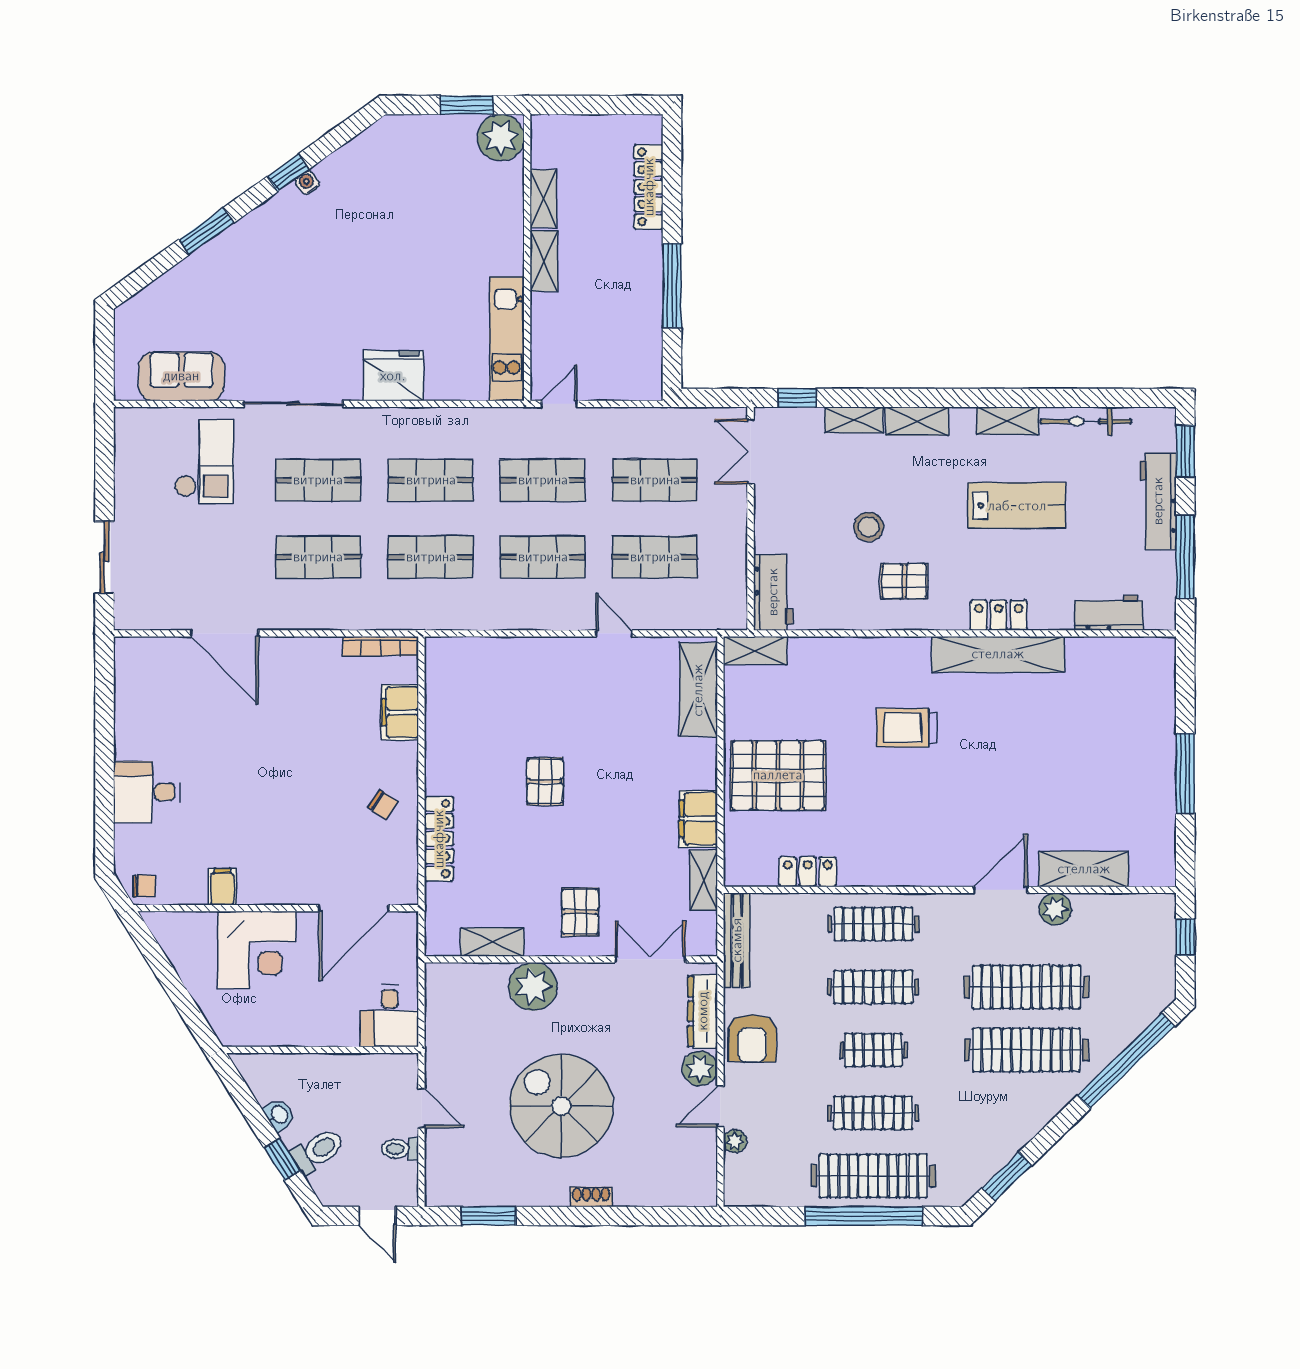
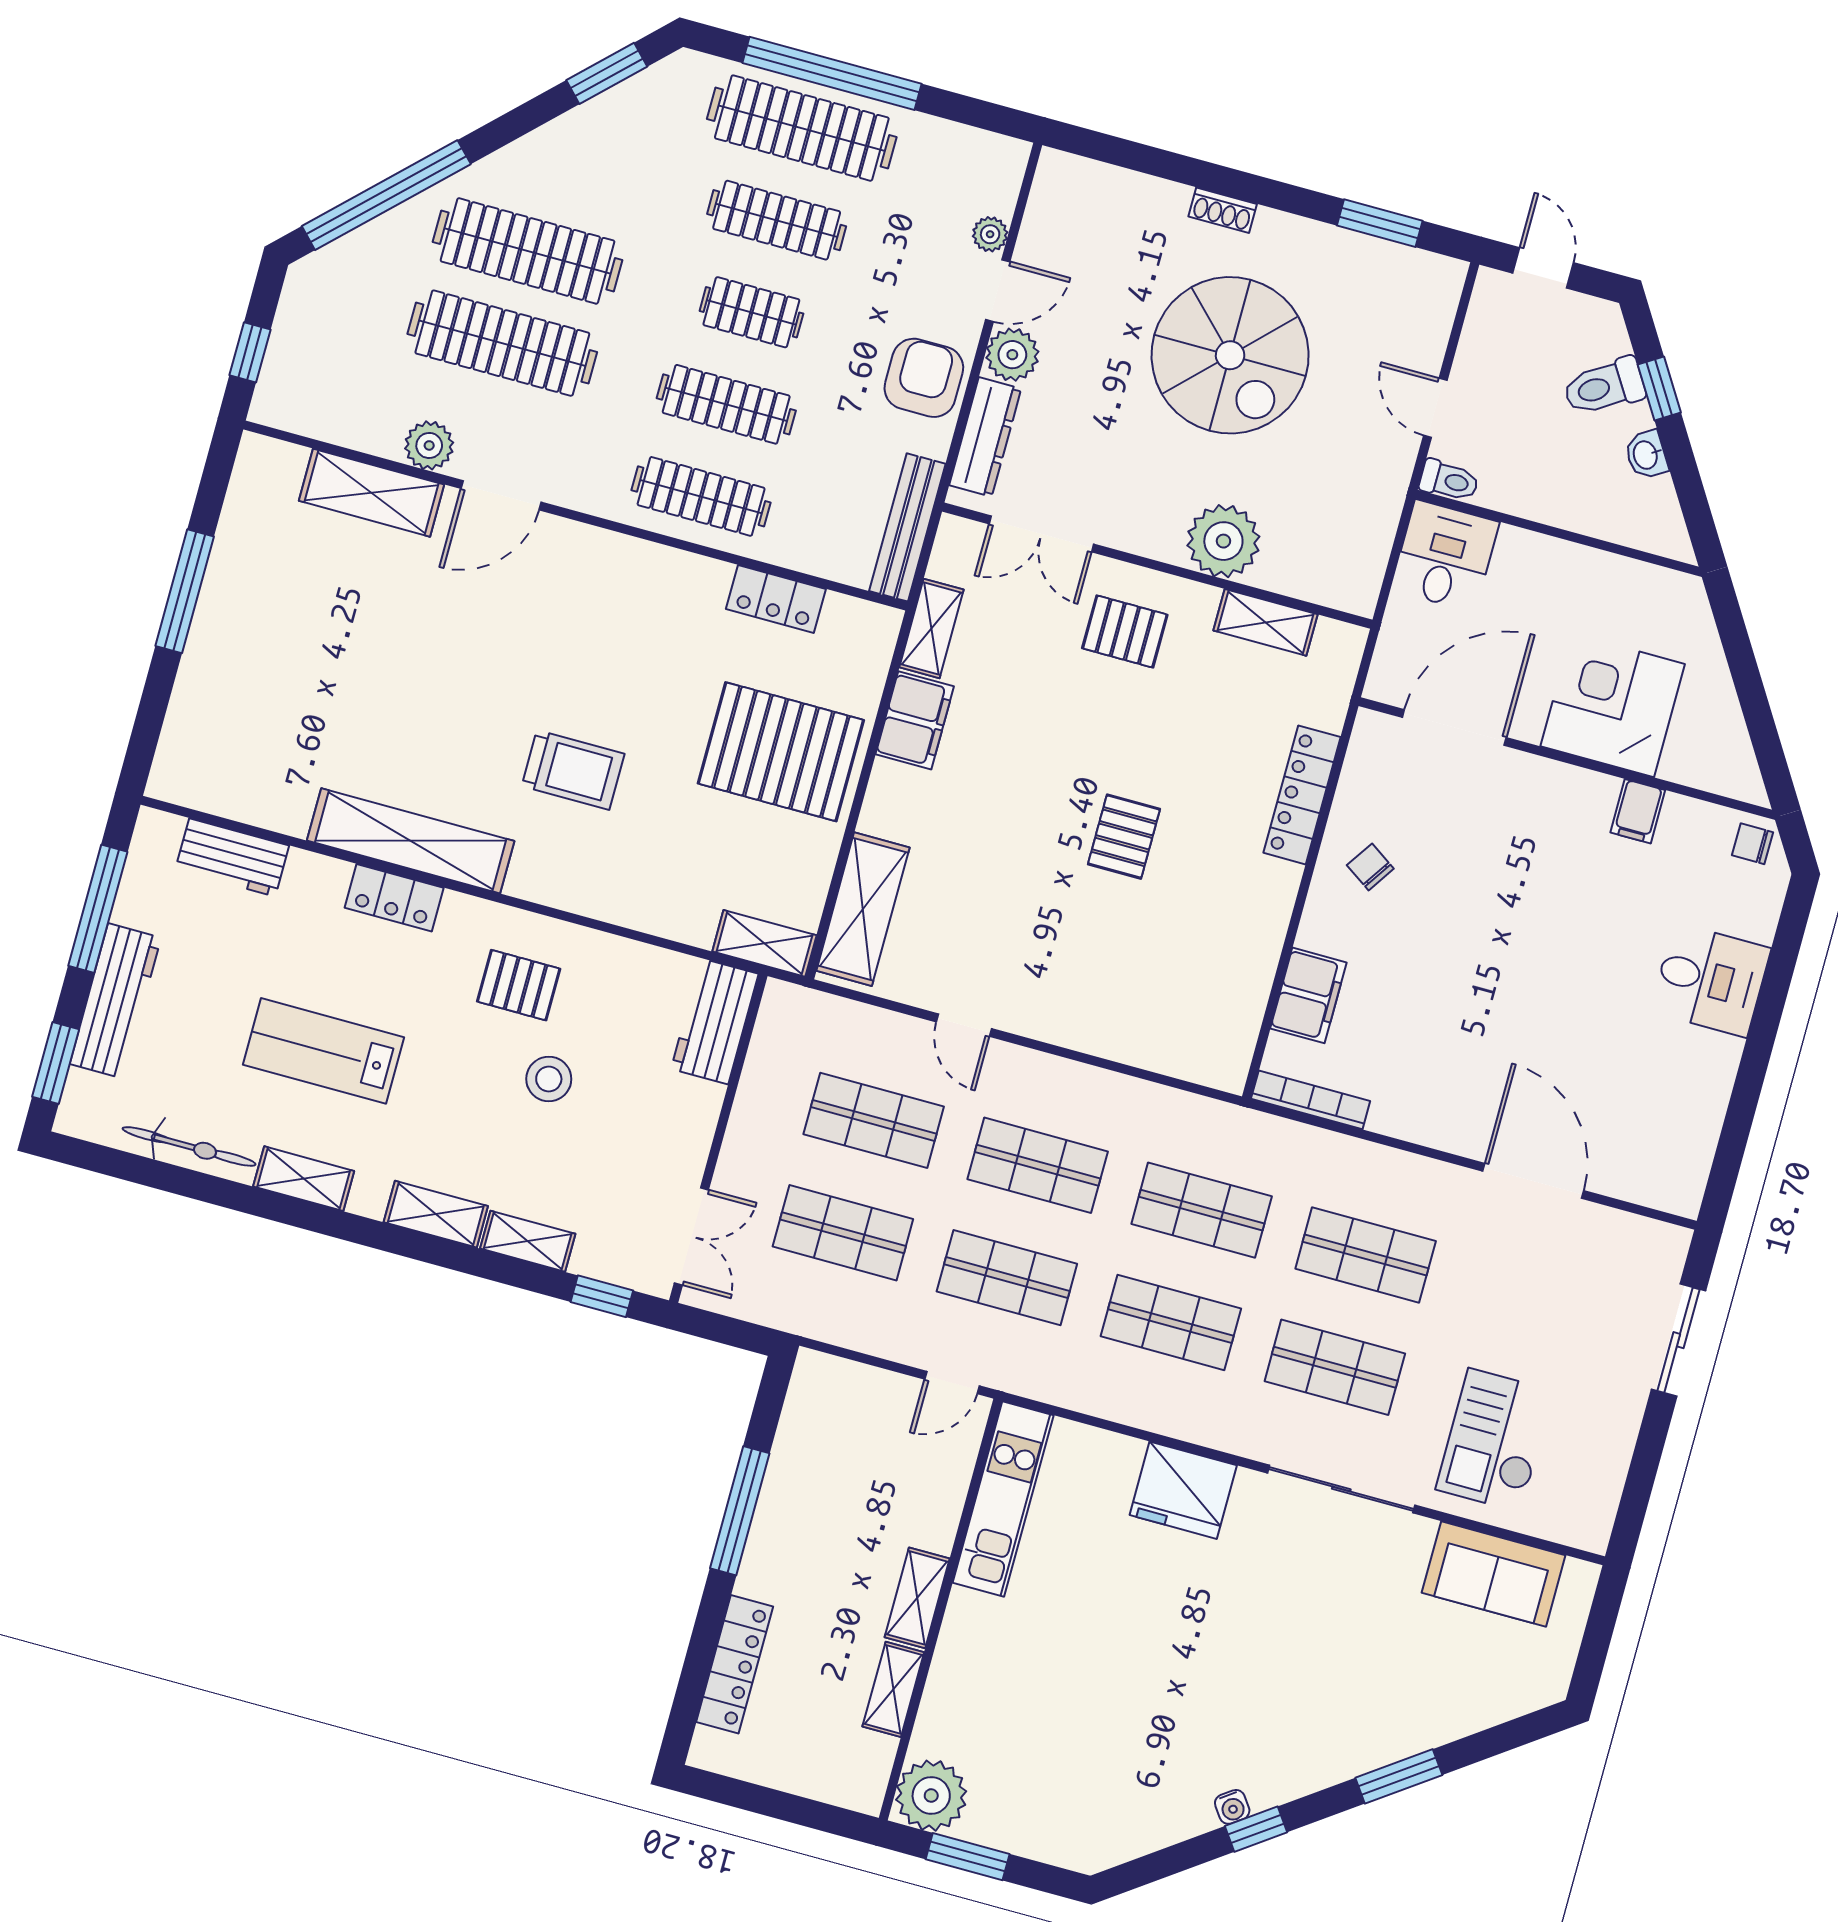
pallet: (580, 912) -> (1125, 631), turned 90
toilet: (400, 1149) -> (1449, 481), moved

